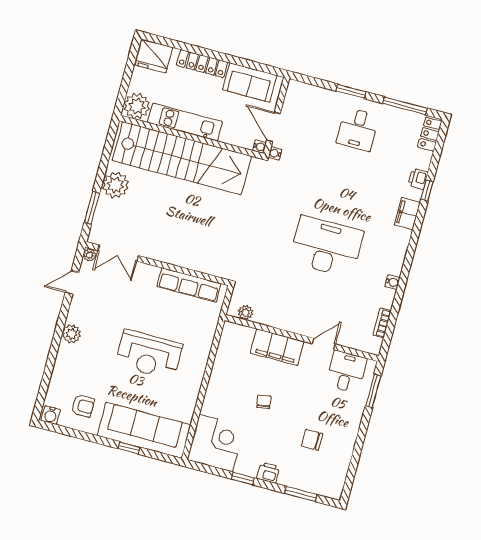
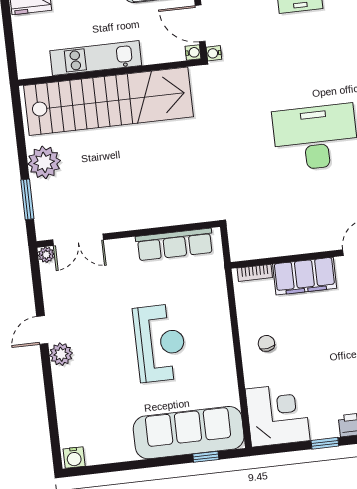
plant: (137, 106) -> (33, 61), removed
door: (72, 283) -> (42, 330), moved
plant: (245, 313) -> (252, 251), removed
bookcase: (241, 330) -> (255, 273), added
reception desk: (149, 355) -> (160, 343), turned -90
chair: (264, 402) -> (266, 343), moved
armchair: (83, 406) -> (107, 432), removed
window: (129, 448) -> (206, 457), moved

